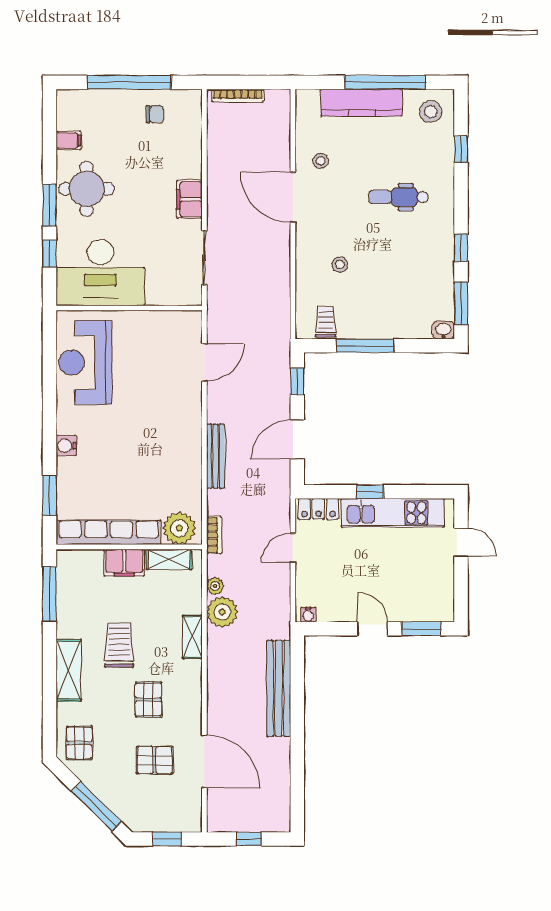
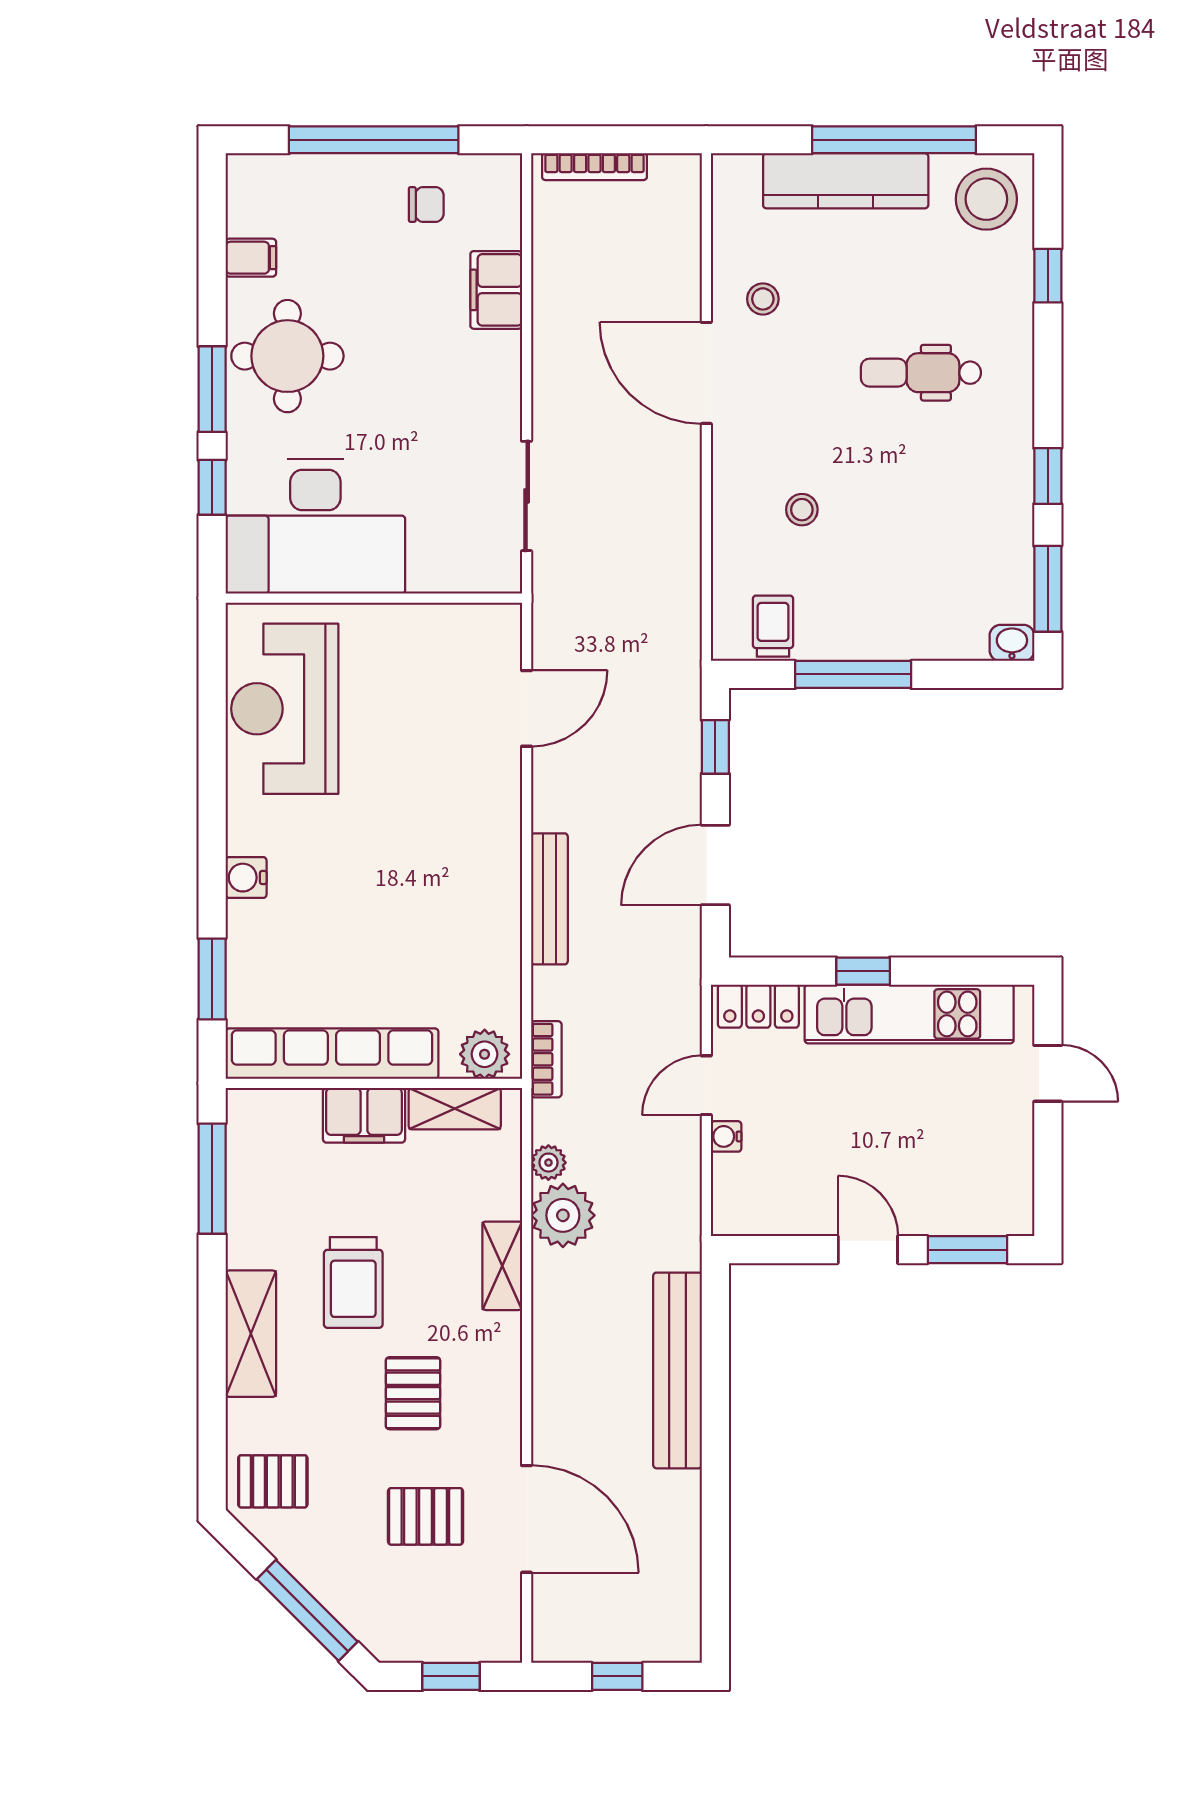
stool: (431, 112) -> (986, 199), width x1.38, depth x1.38
filing cabinet: (189, 199) -> (496, 290), moved
plant: (179, 528) -> (485, 1054), width x0.73, depth x0.73
water cooler: (308, 615) -> (726, 1136), moved, turned 90
trolley: (119, 645) -> (353, 1282), turned 180
pallet: (79, 743) -> (273, 1481), turned 90

